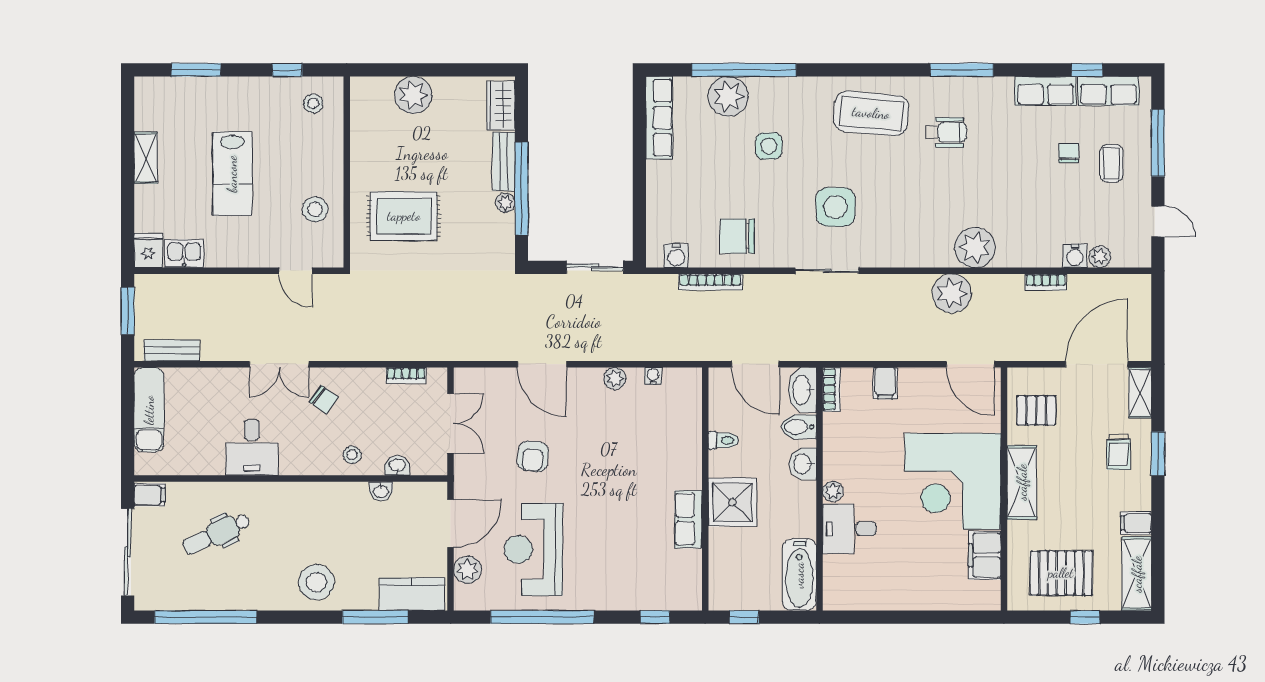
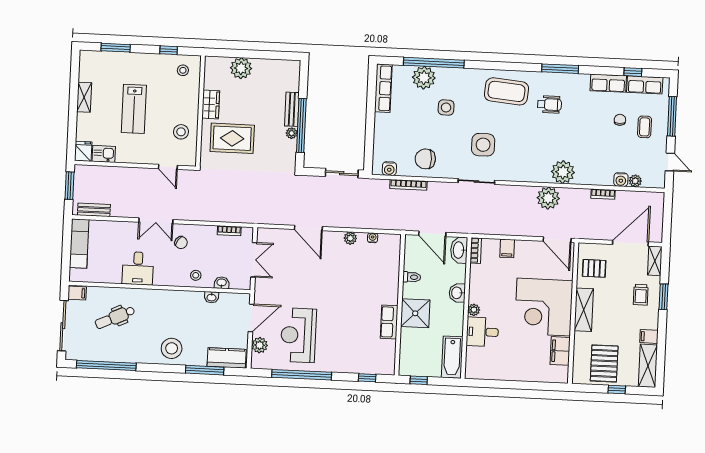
wardrobe: (501, 106) -> (211, 104), moved, turned 180
bidet: (799, 427) -> (456, 271), removed
armchair: (533, 456) -> (301, 281), removed
pallet: (1061, 573) -> (604, 363), turned 90

